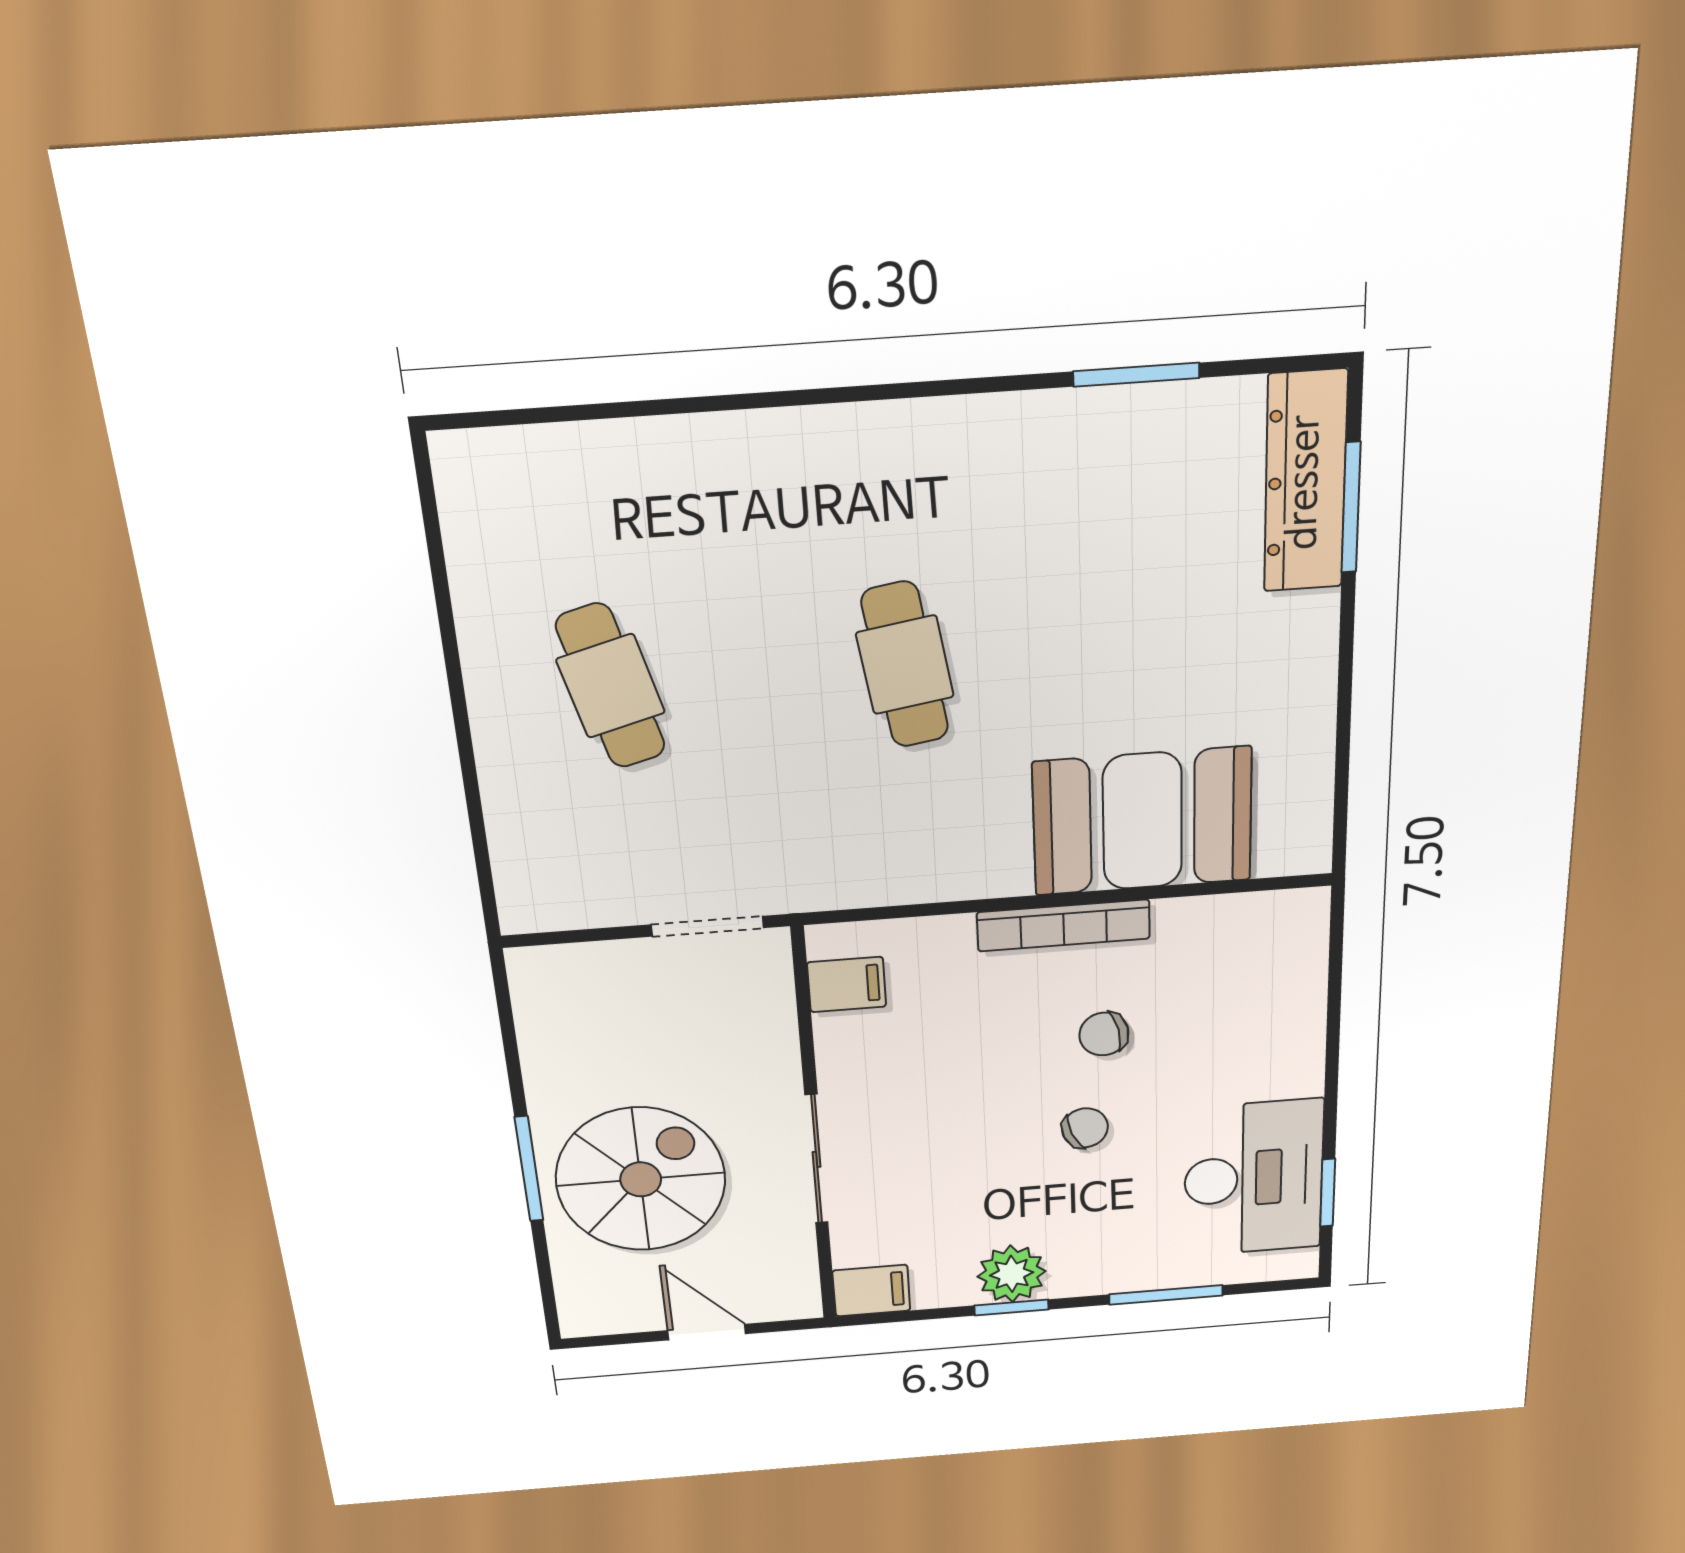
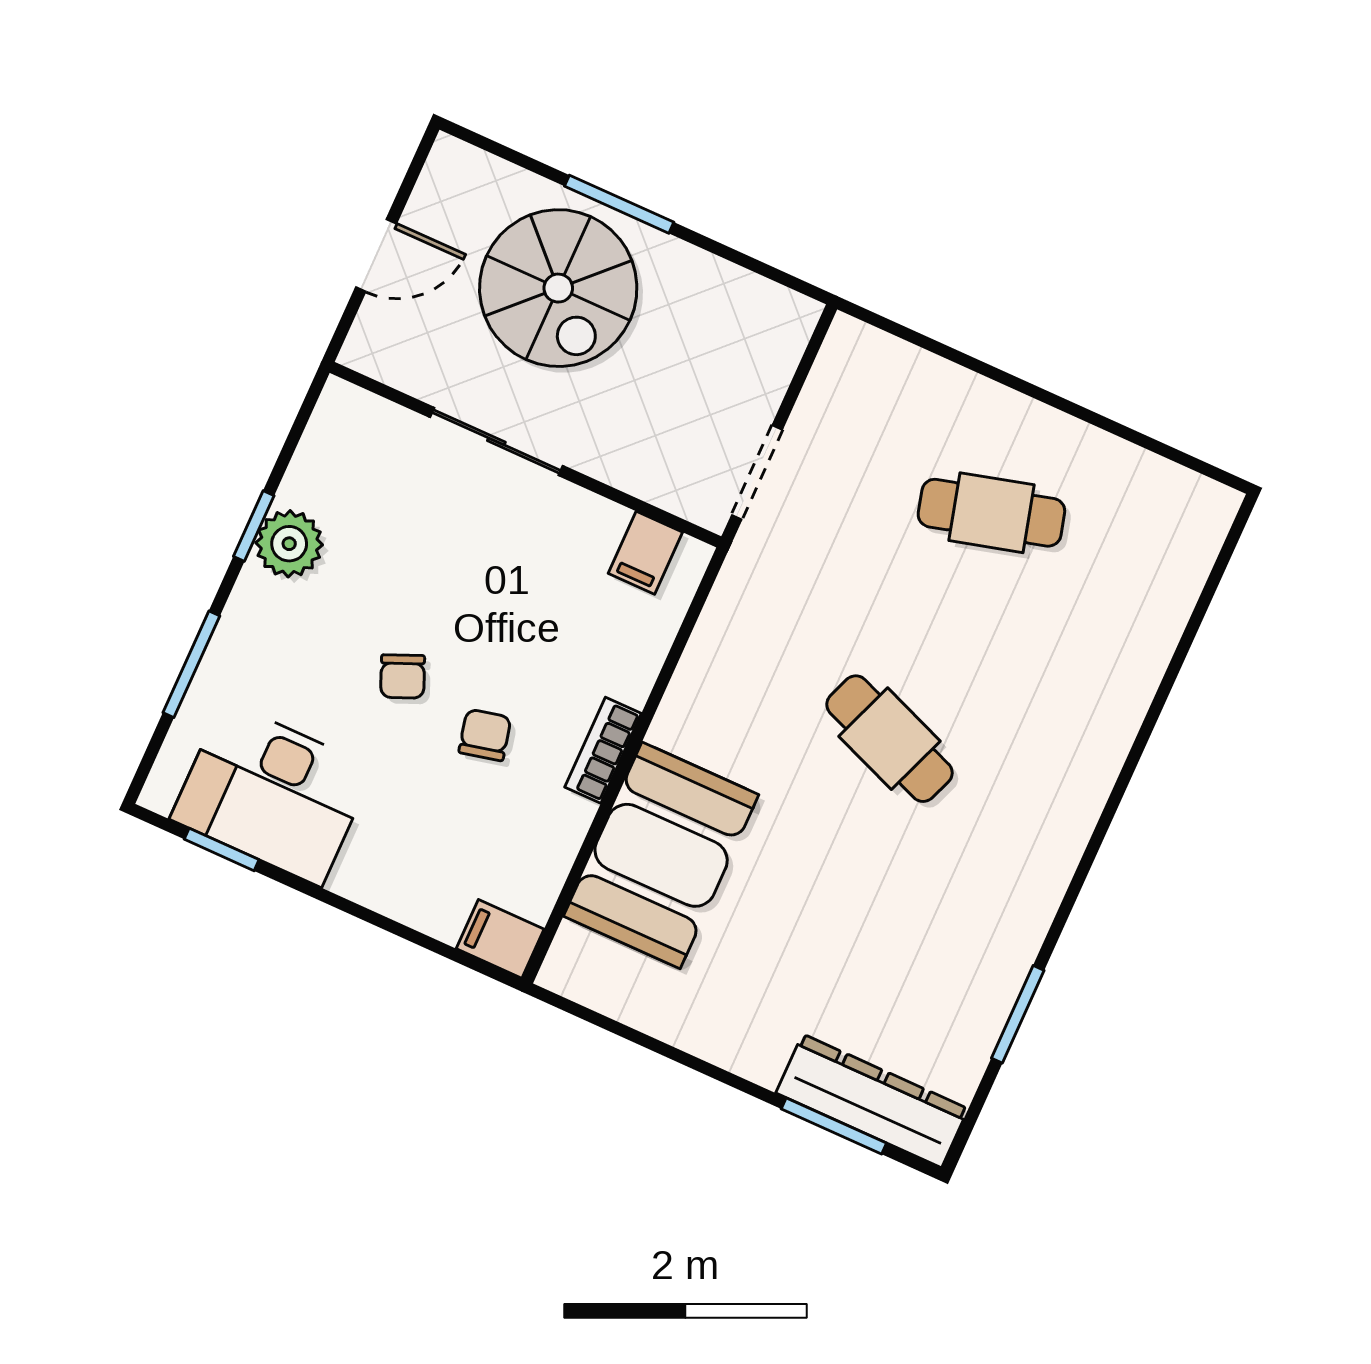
cafe table: (905, 665) -> (889, 739), turned 30
bookcase: (1064, 926) -> (603, 750), width x0.64
filing cabinet: (871, 1291) -> (500, 939), moved, turned 90

